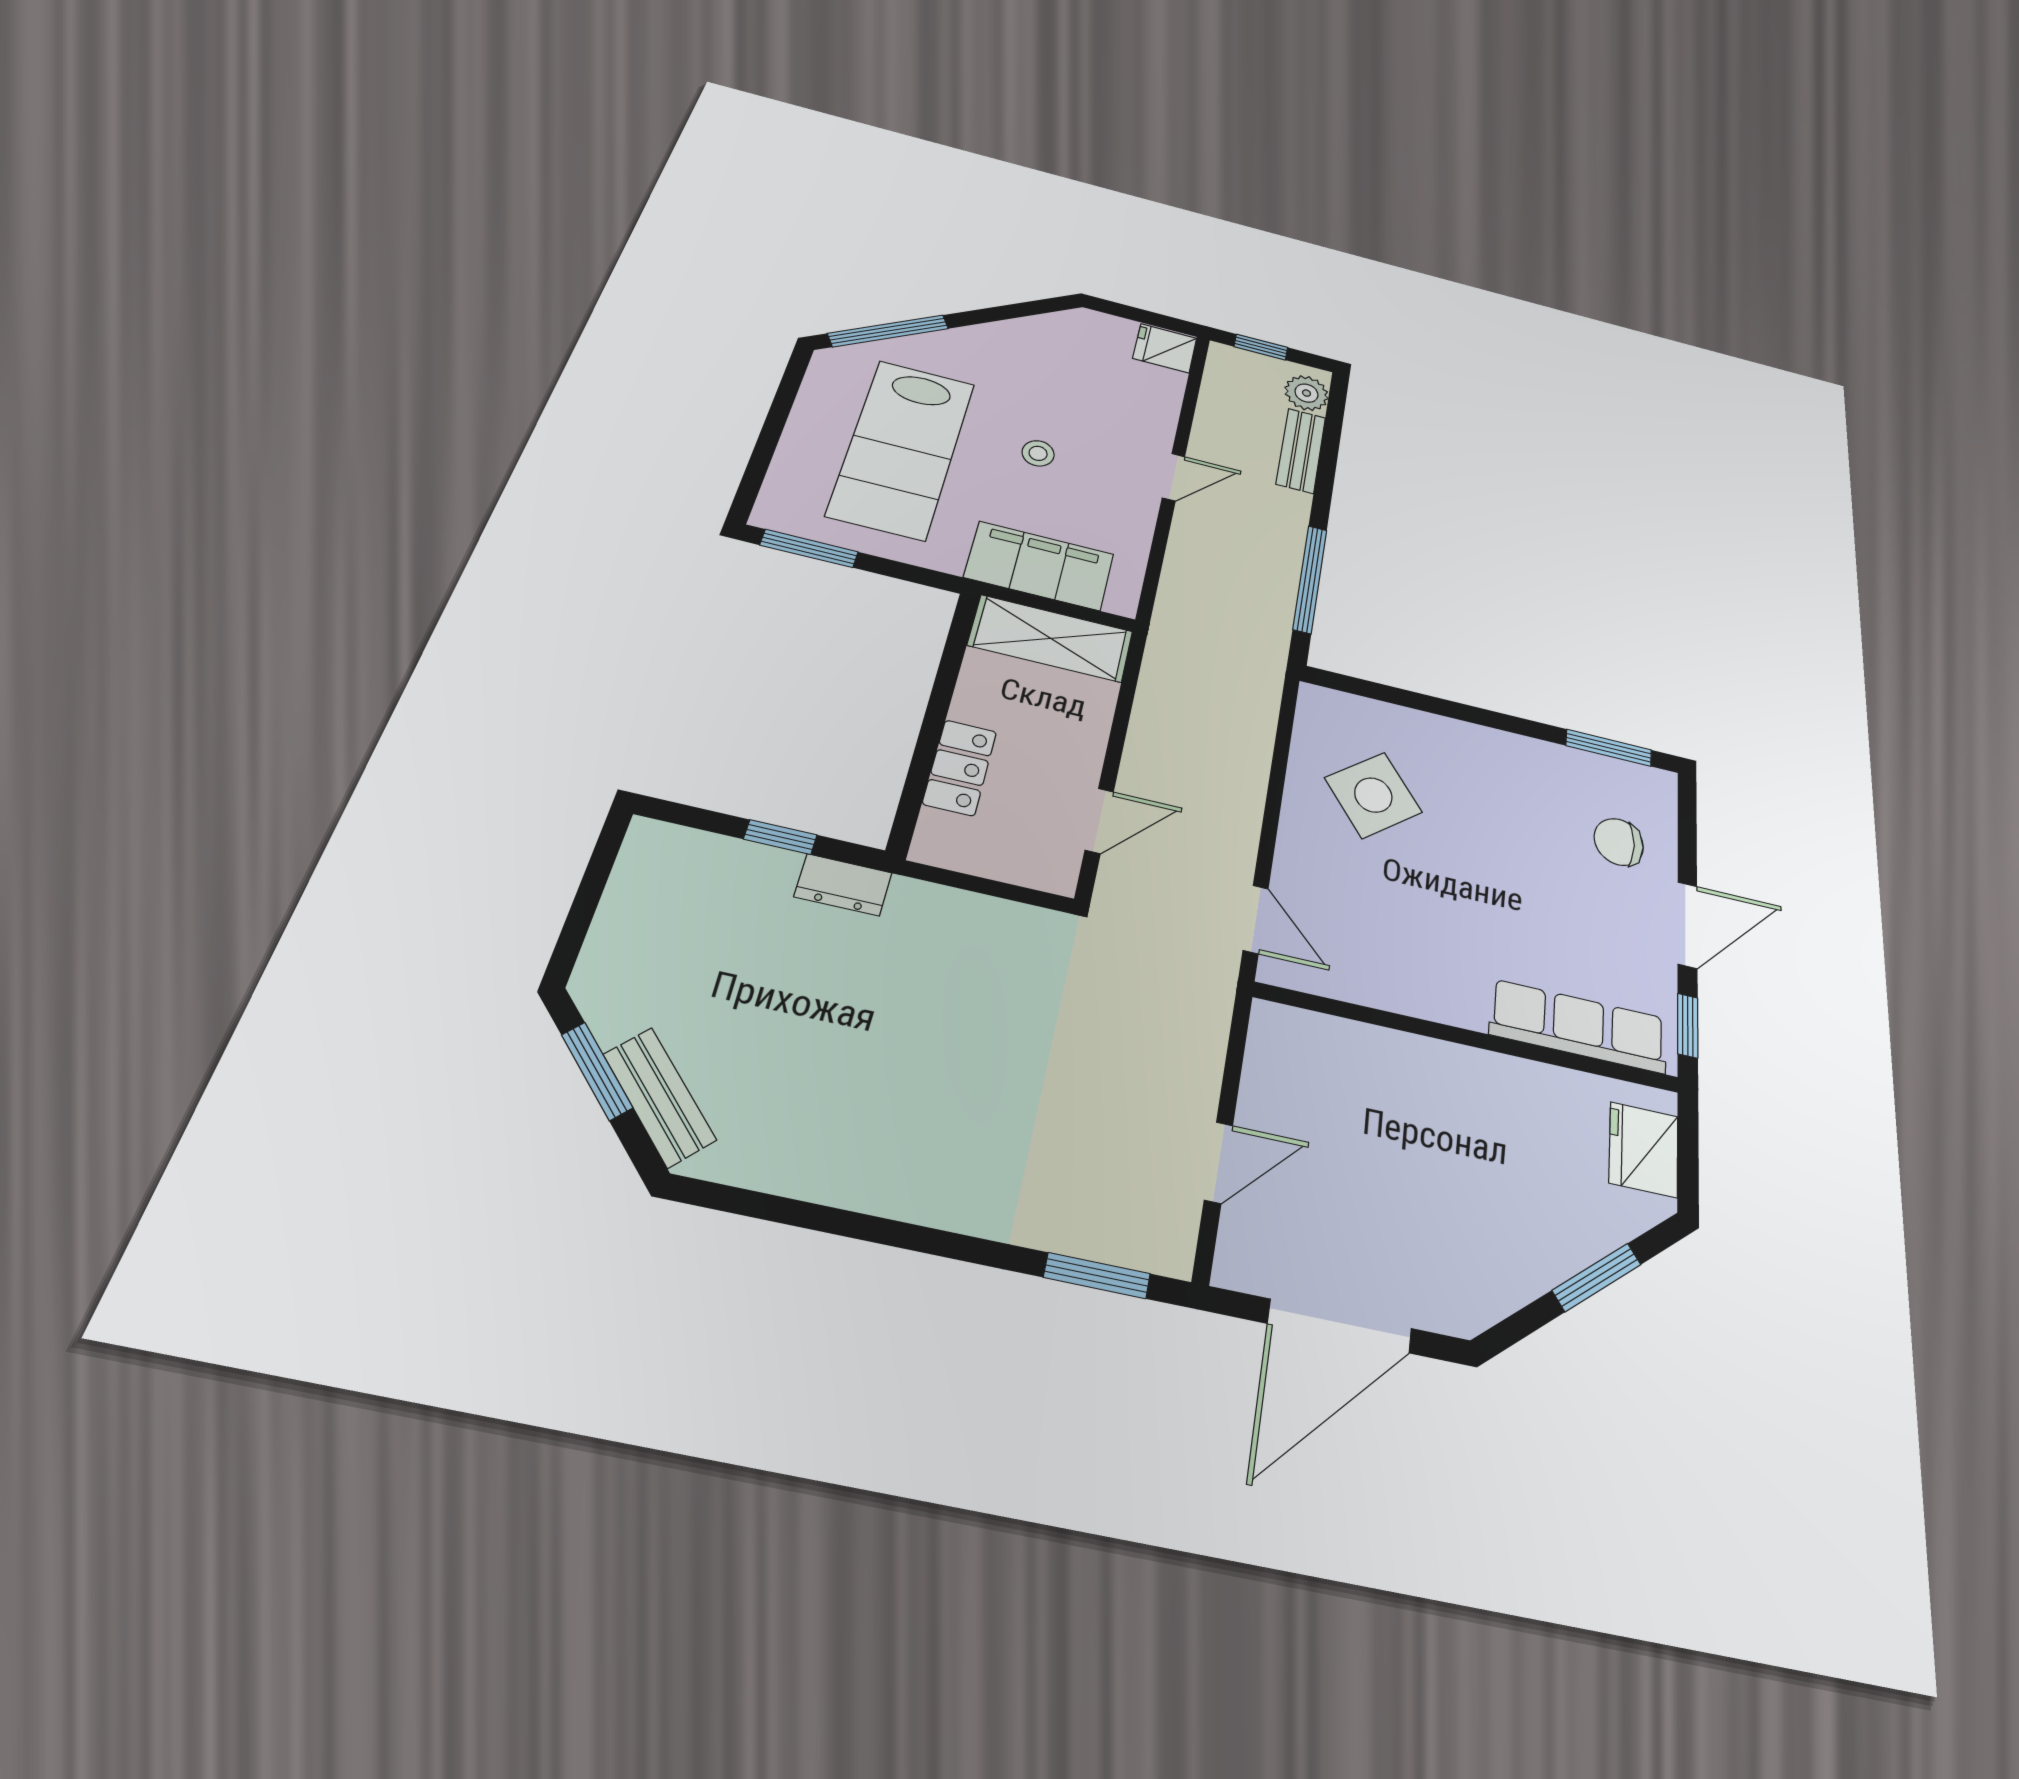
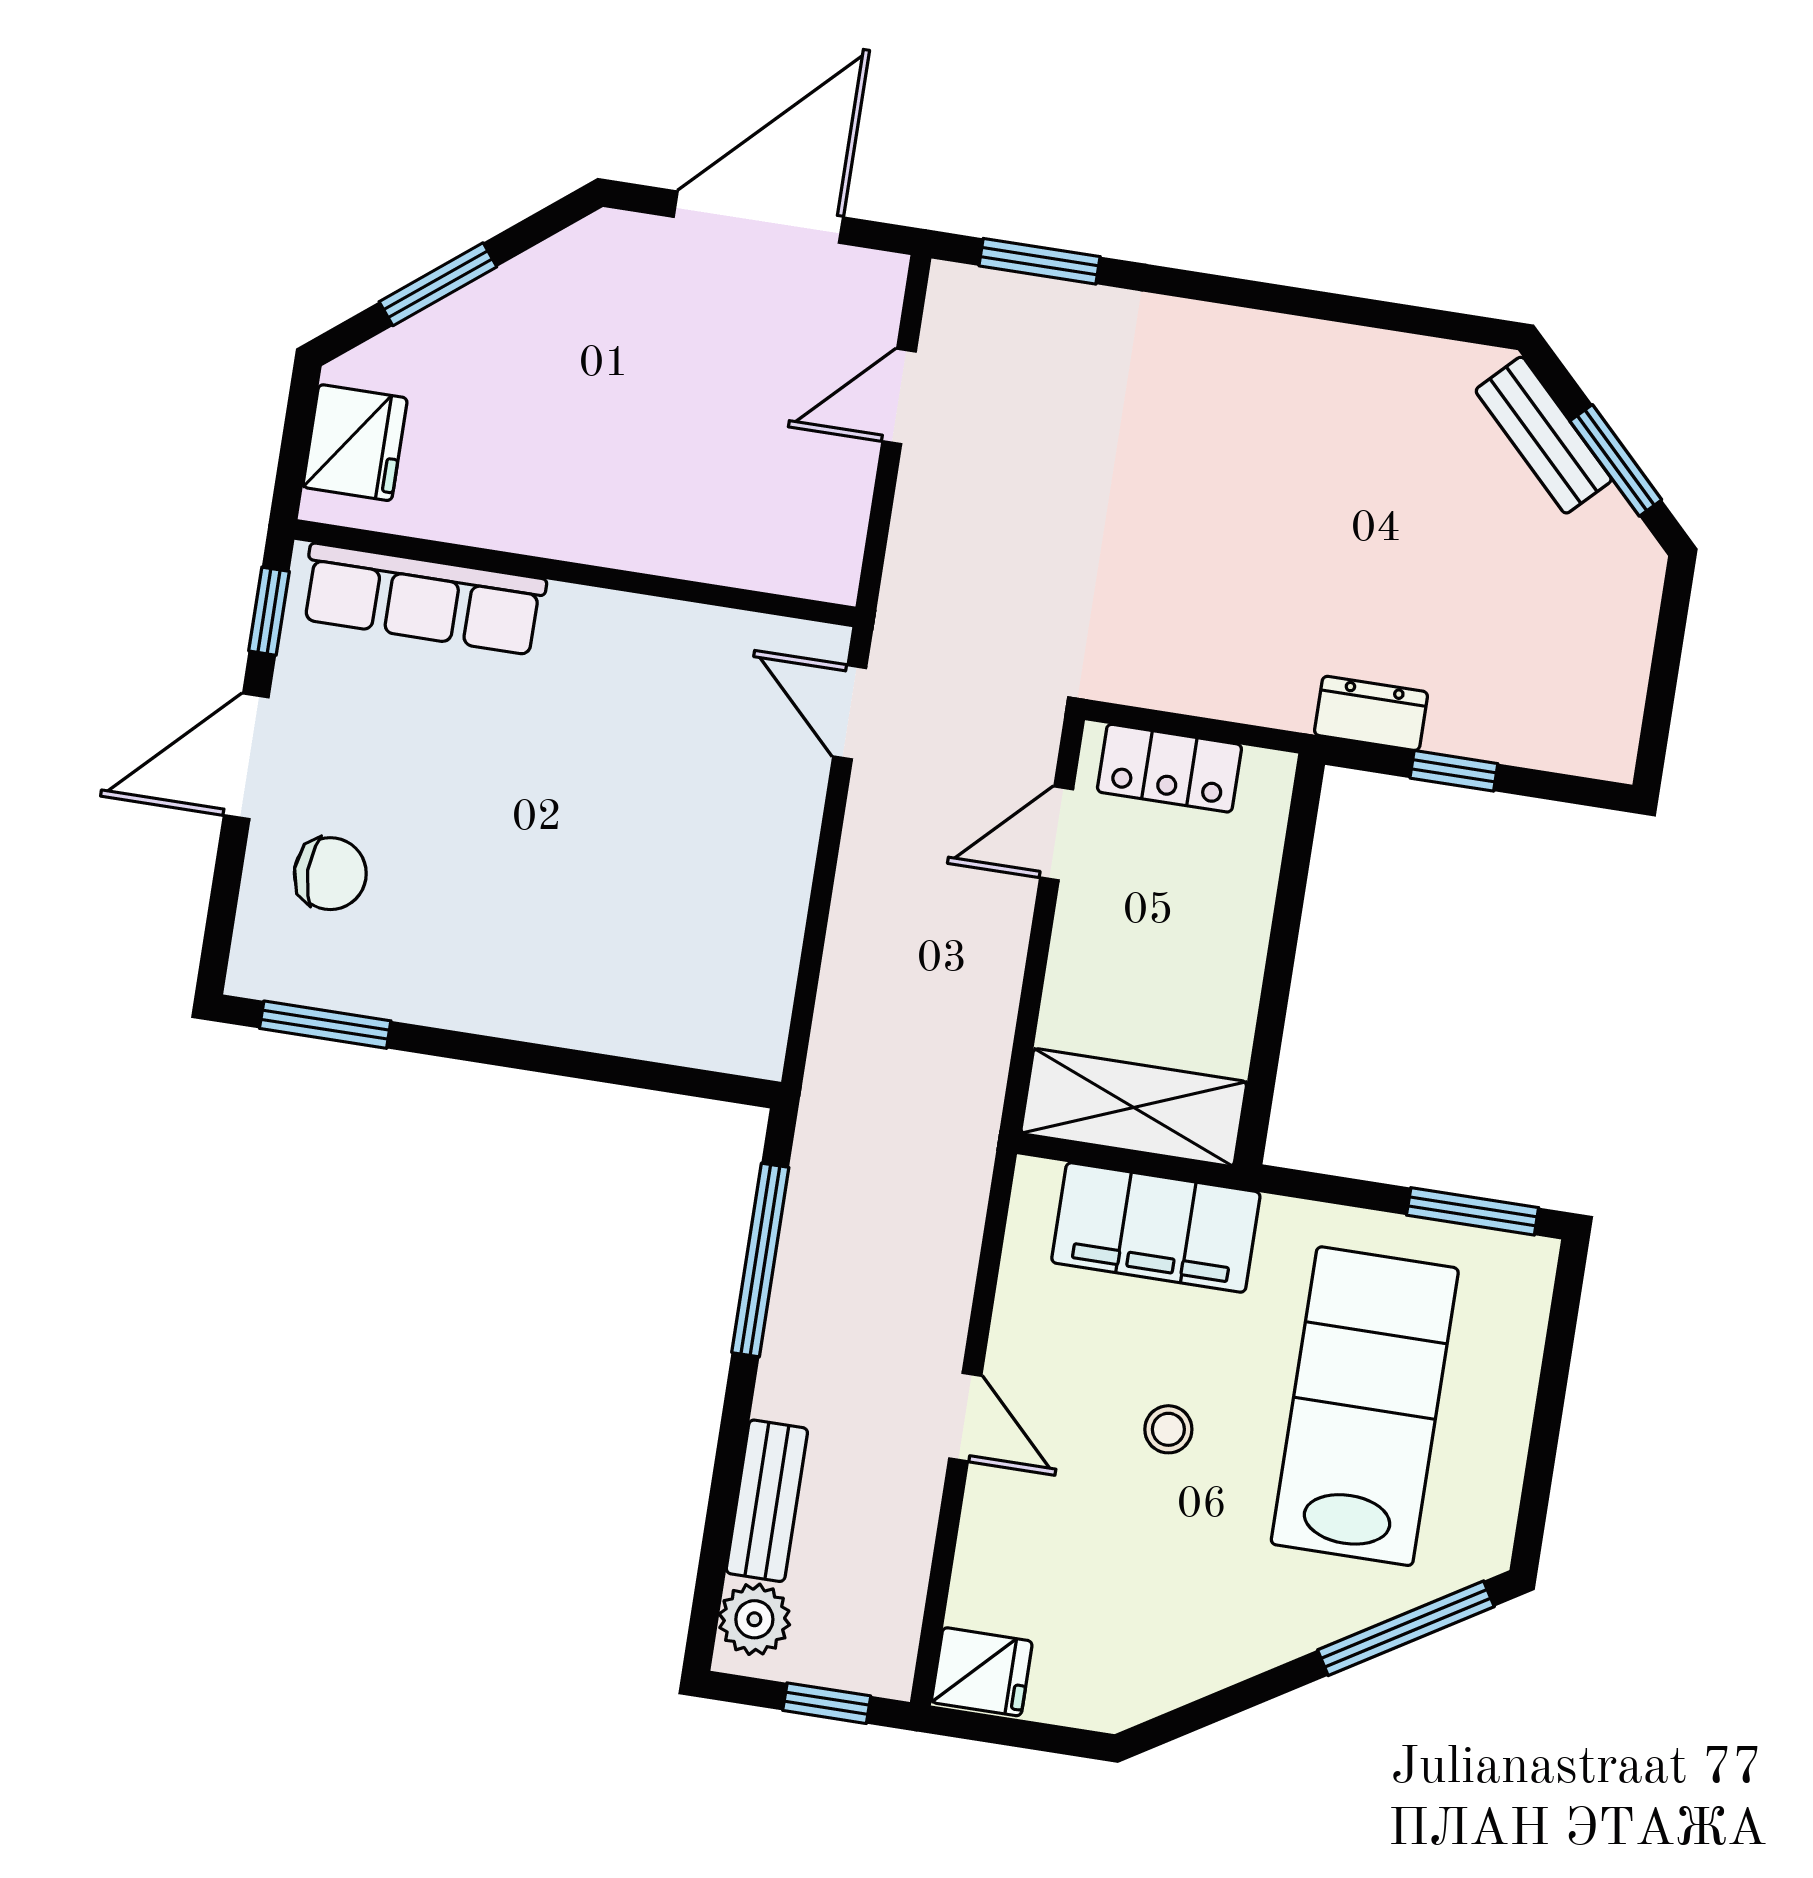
door: (1174, 477) -> (965, 1417), swing flipped
locker: (960, 768) -> (1169, 768), moved, turned -90
side table: (1373, 795) -> (682, 910), removed

